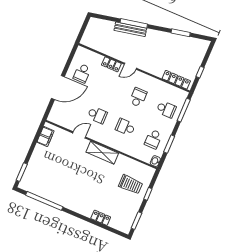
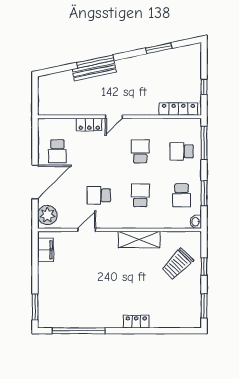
school desk: (166, 109) -> (182, 151), turned 180
plant: (57, 113) -> (47, 215), added
school desk: (97, 115) -> (99, 195), turned 180
school desk: (125, 127) -> (140, 195), turned 90
shelving: (102, 153) -> (139, 240), moved
trolley: (131, 184) -> (177, 264), turned 134
locker: (101, 218) -> (136, 322), moved

